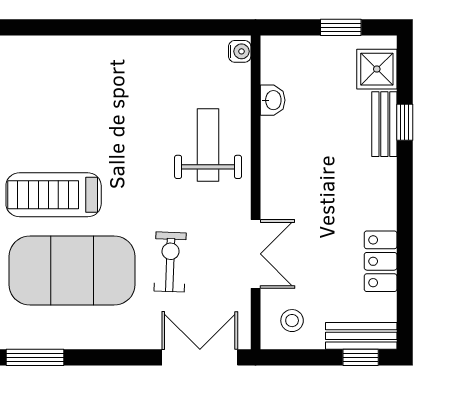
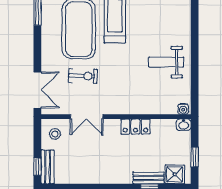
washbasin: (273, 100) -> (184, 125), moved
weight bench: (208, 145) -> (166, 62), moved, turned 180
locker: (381, 261) -> (135, 127), moved, turned 180

